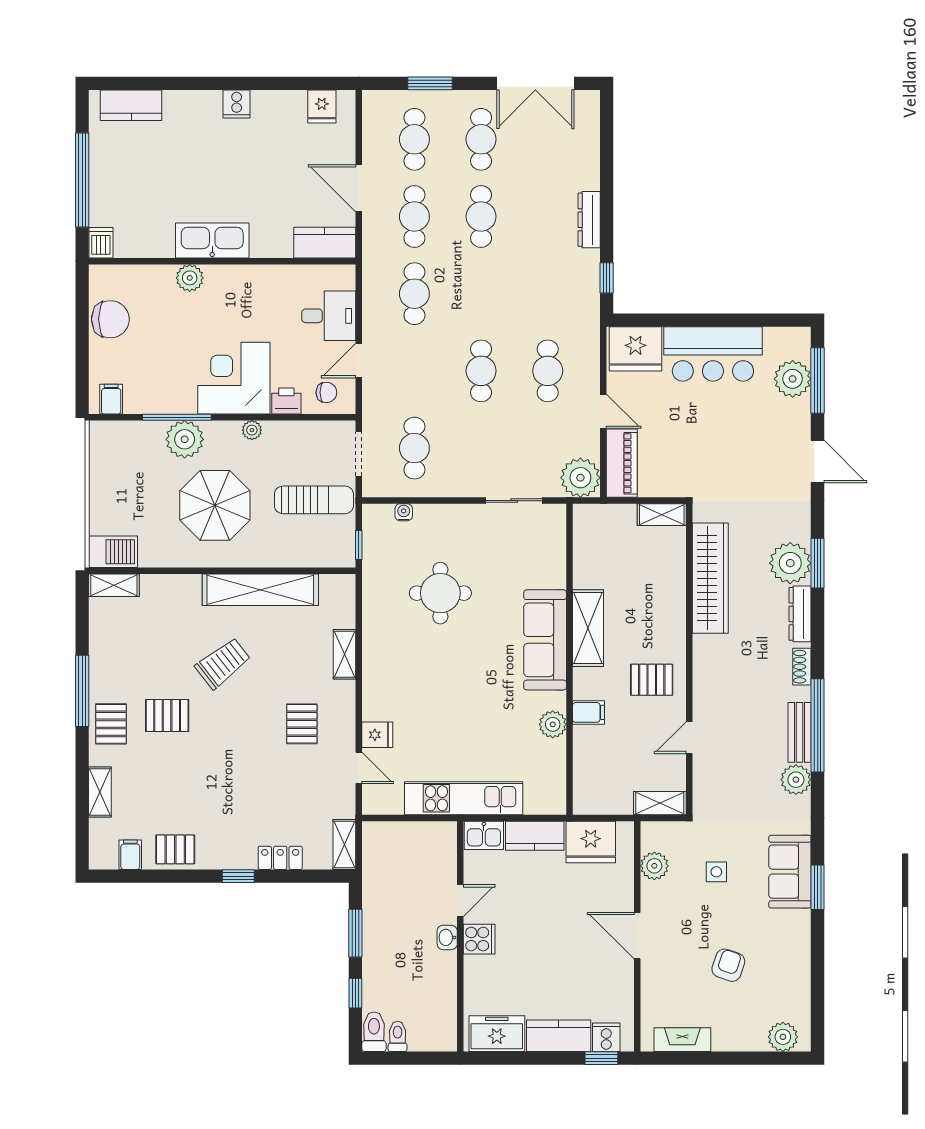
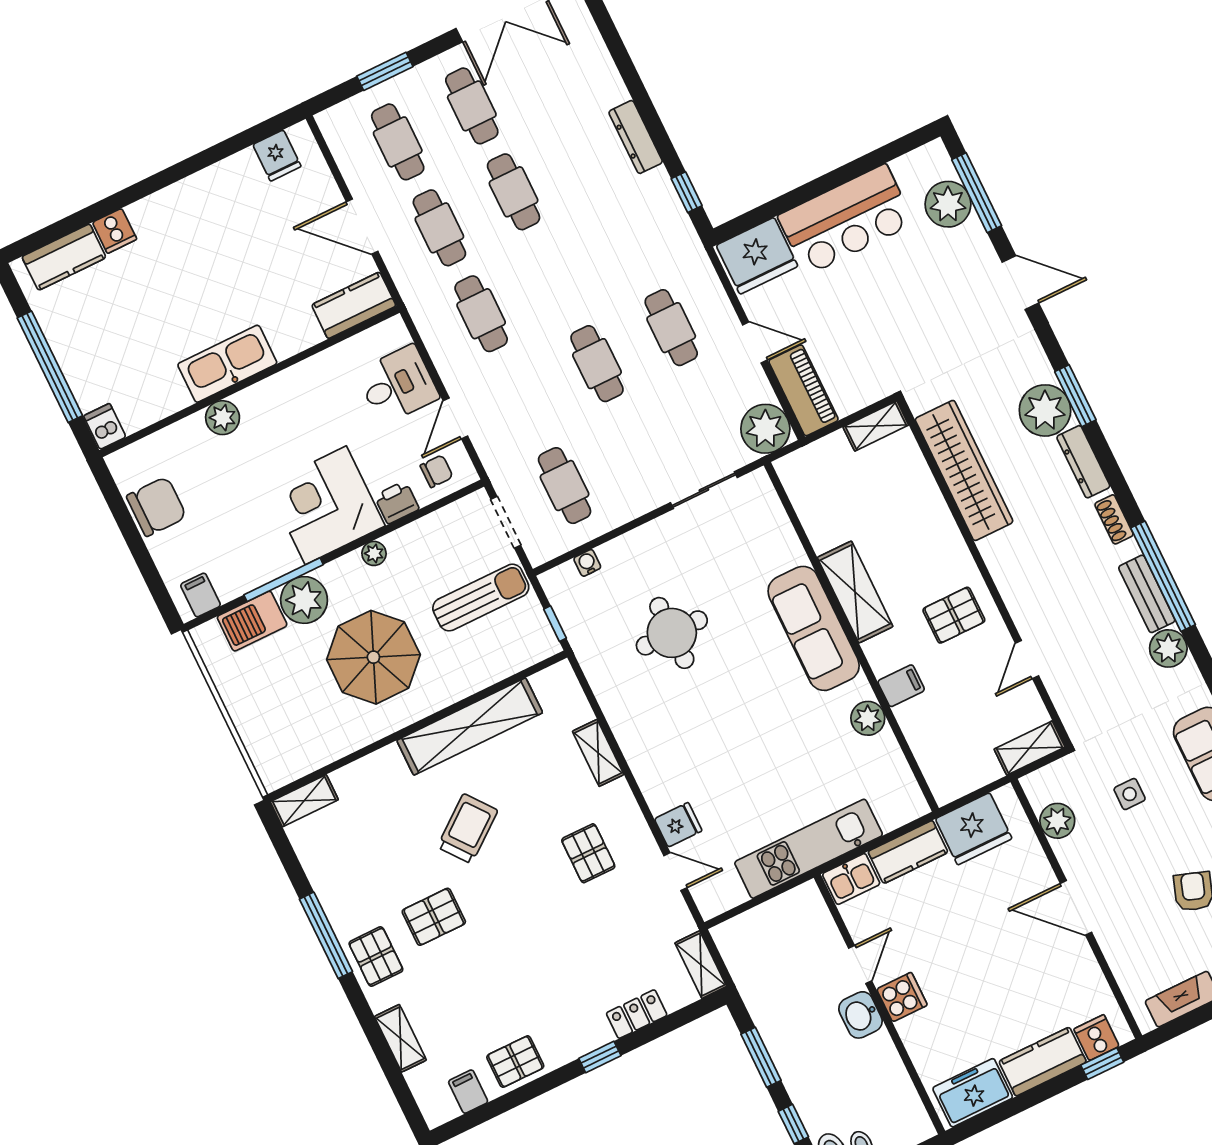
cooker: (237, 104) -> (115, 231), moved
barbecue: (113, 552) -> (252, 621), moved, turned 180
washbasin: (447, 937) -> (861, 1015), width x1.38, depth x1.45

